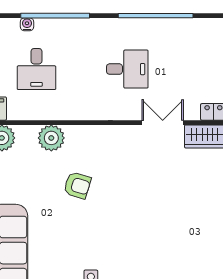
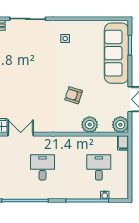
desk: (127, 69) -> (43, 167), turned 90
double door: (163, 123) -> (21, 134), swing flipped

